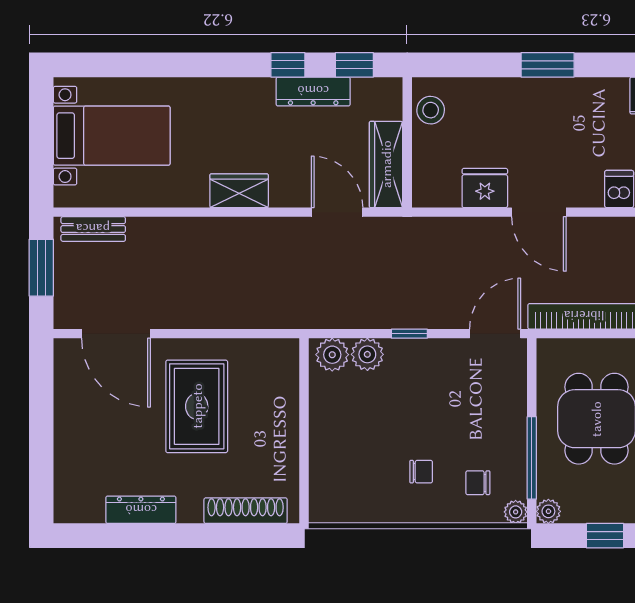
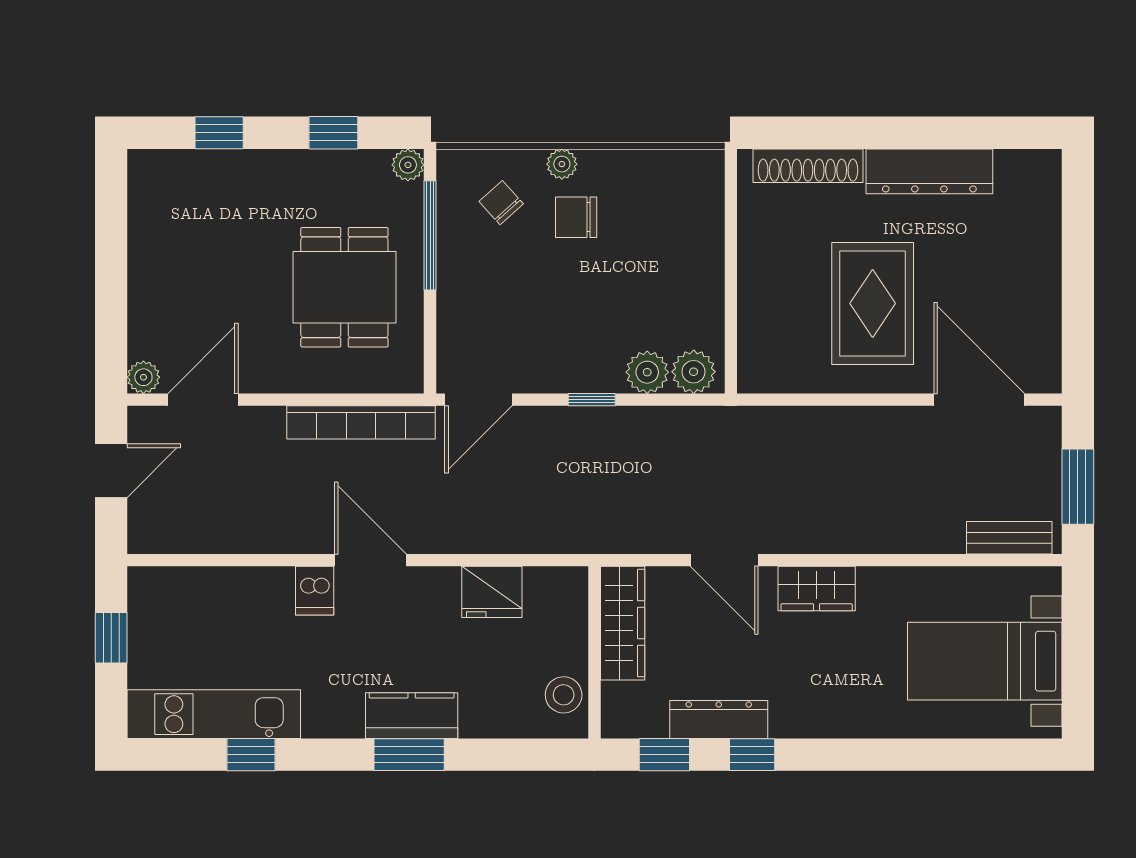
kitchen counter: (546, 94) -> (412, 716), added
door: (337, 212) -> (724, 560), moved
door: (539, 212) -> (370, 560), moved
chair: (421, 472) -> (576, 217), width x1.37, depth x1.37
chair: (478, 483) -> (501, 203), turned -132
dresser: (141, 510) -> (929, 171), width x1.37, depth x1.24
plant: (516, 512) -> (562, 164), moved

